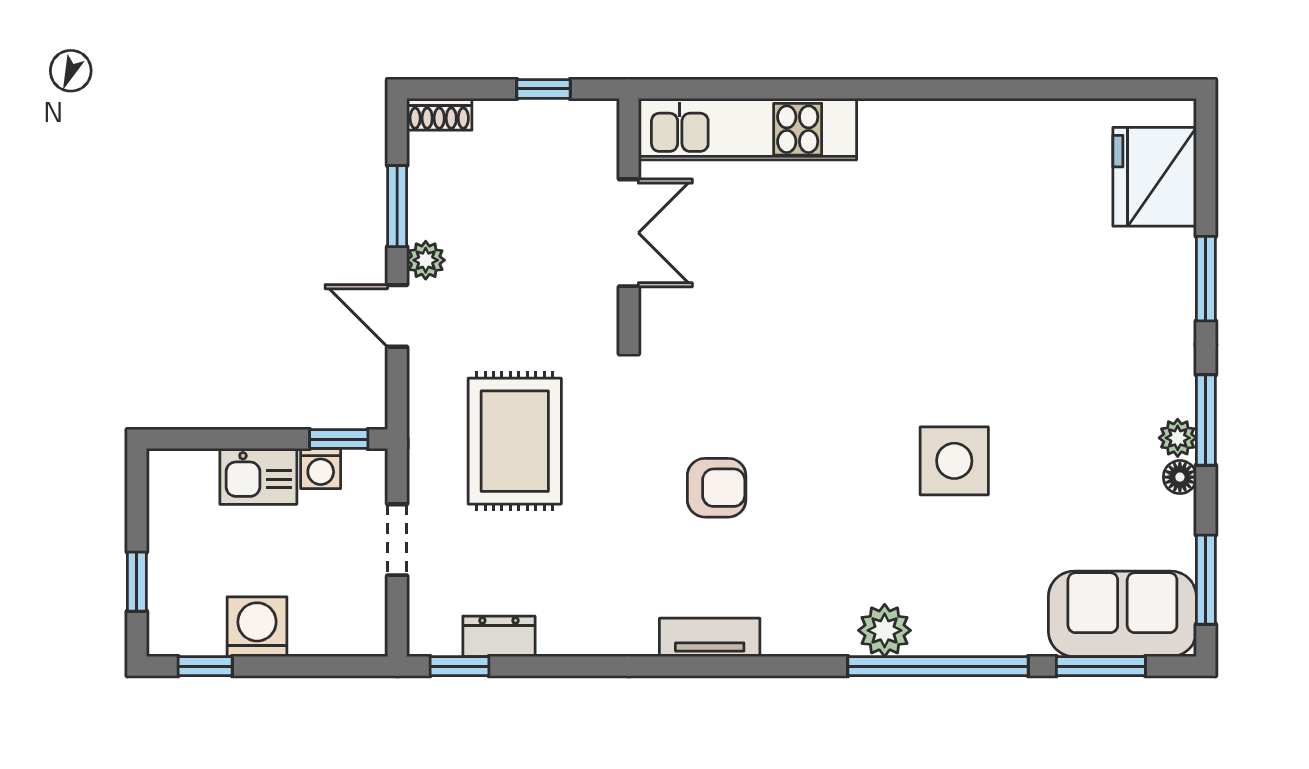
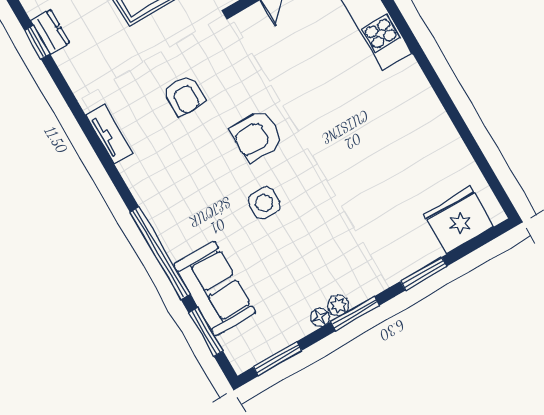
armchair: (845, 412) -> (257, 136), added
side table: (954, 461) -> (264, 203), width x0.73, depth x0.73
sofa: (1122, 614) -> (215, 289), moved
plant: (885, 630) -> (162, 217), removed
window: (460, 666) -> (37, 42), moved

